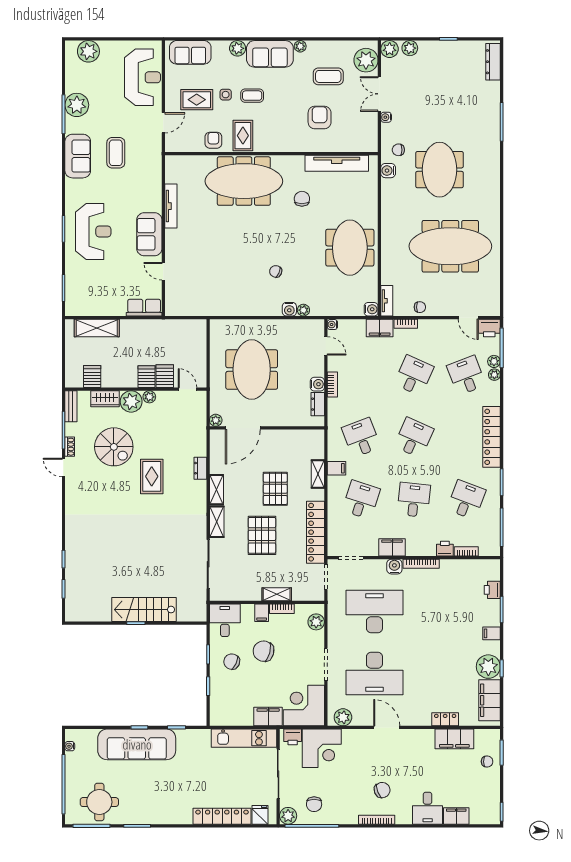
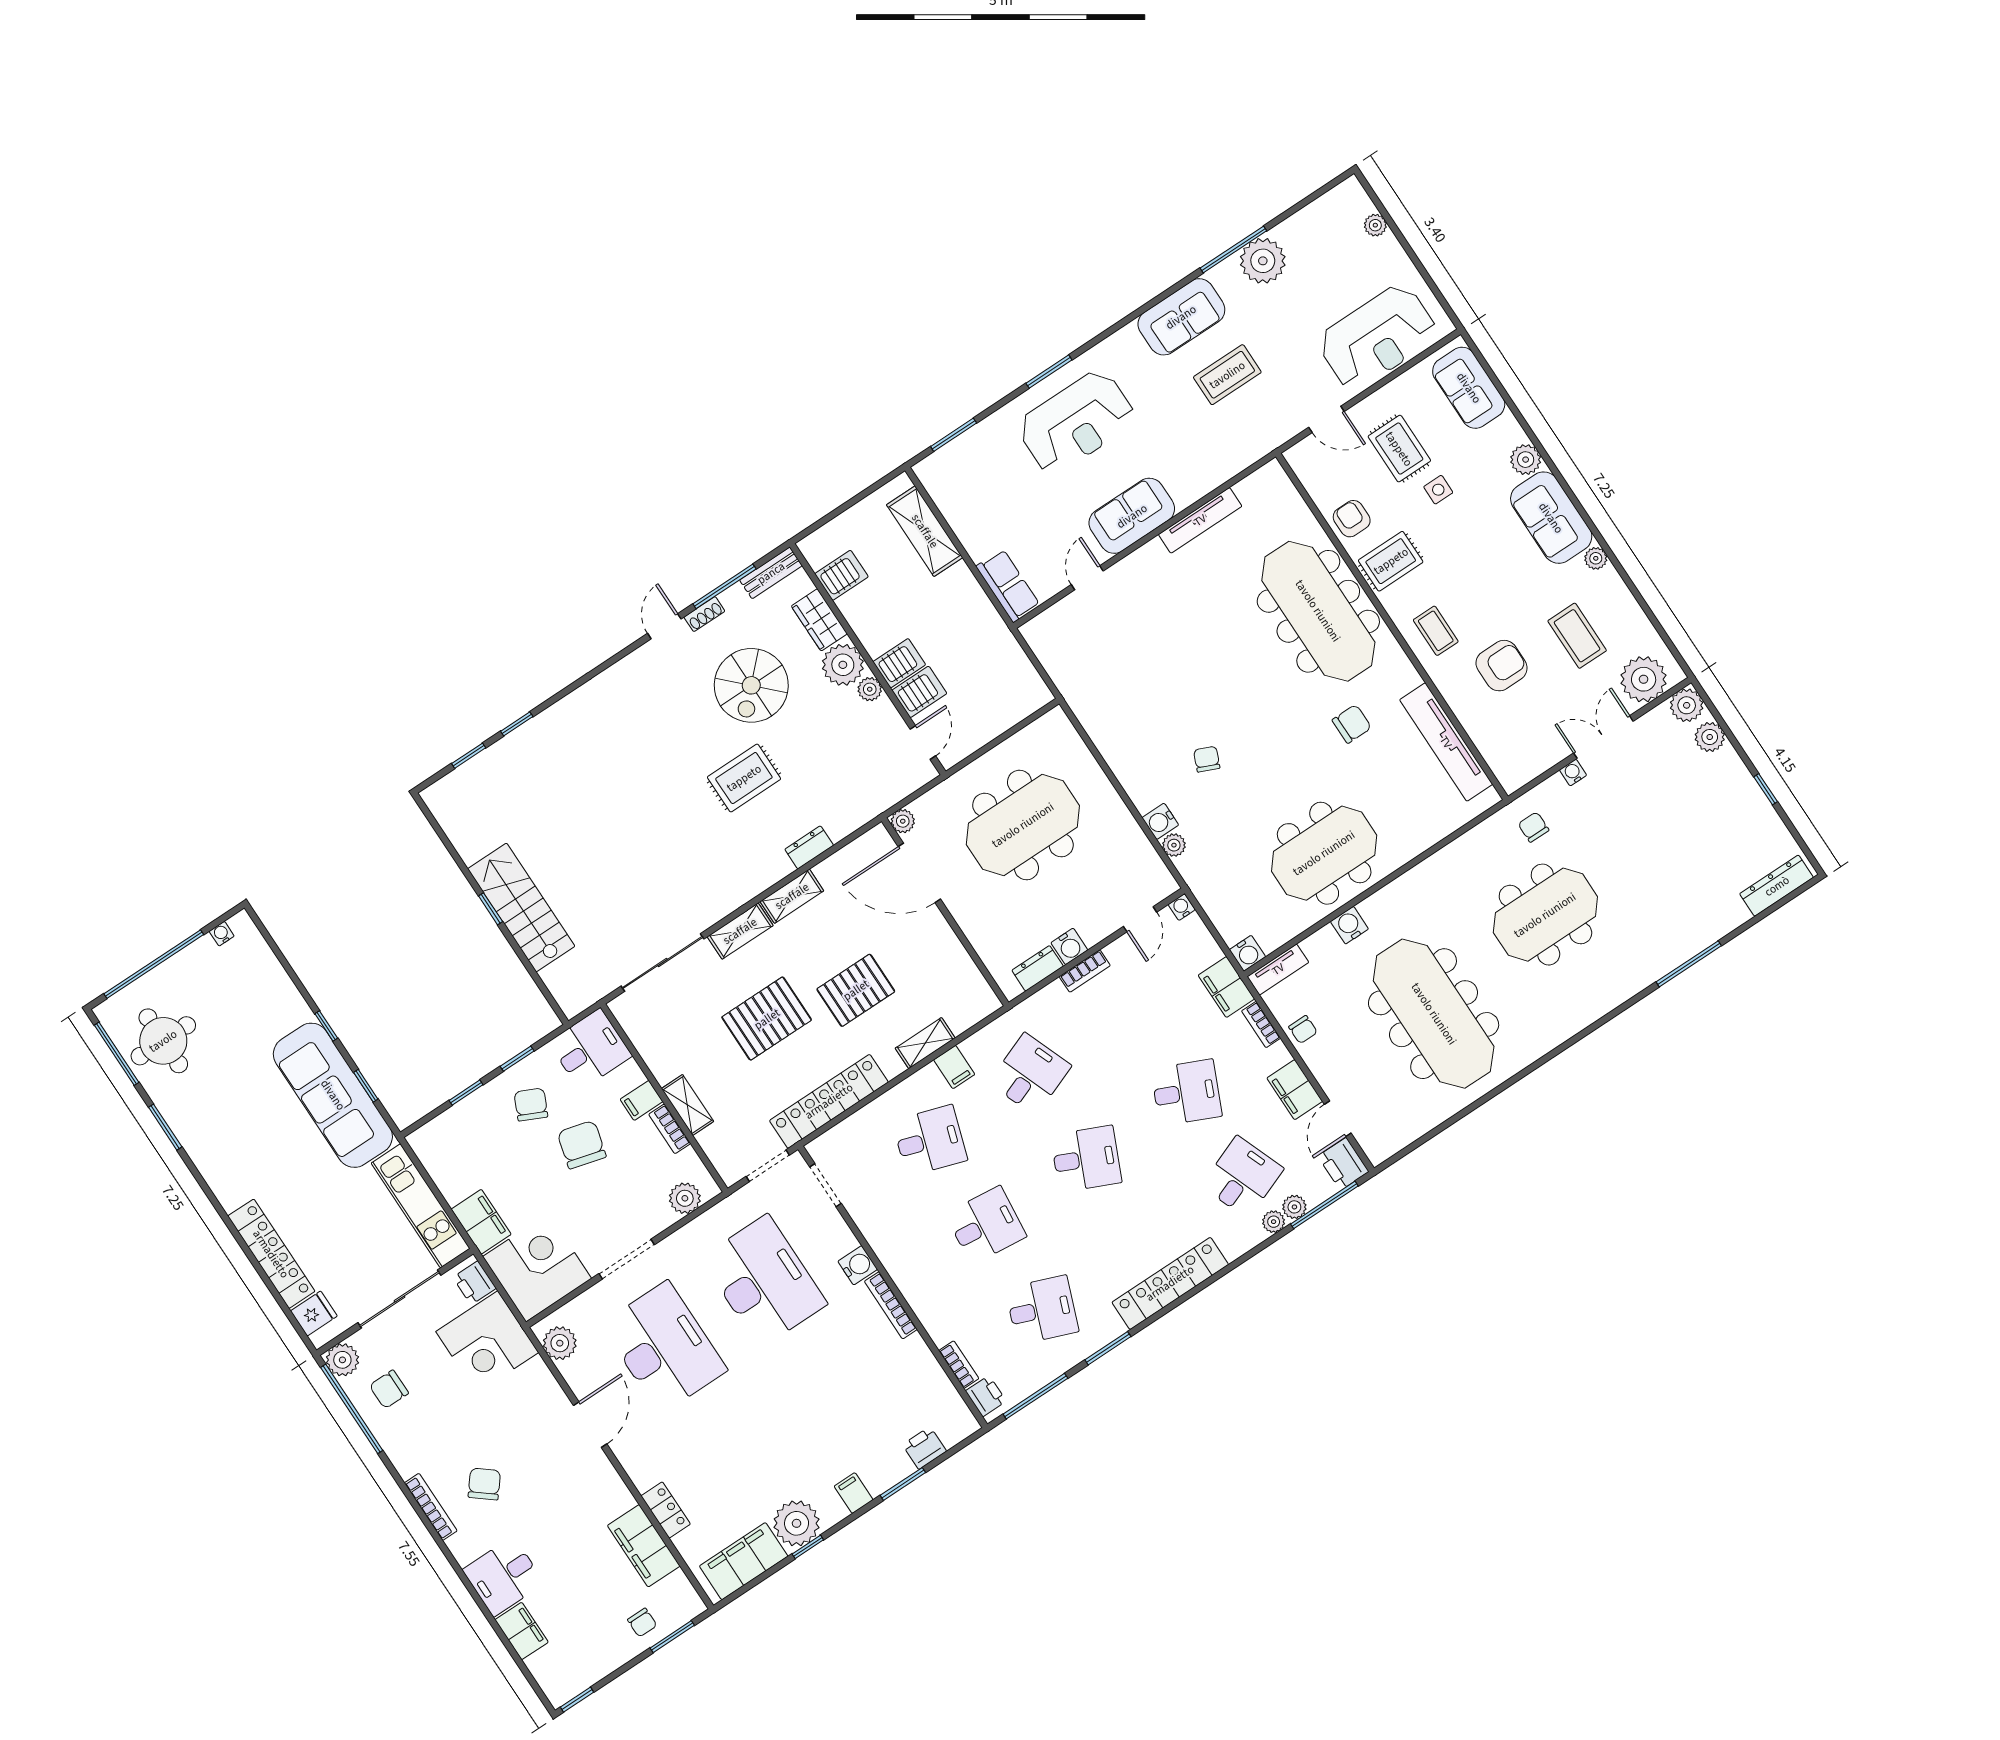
plant: (88, 51) -> (1375, 225), width x0.53, depth x0.53
coffee table: (252, 96) -> (1436, 631), moved
armchair: (213, 140) -> (1352, 519), turned -90
water cooler: (388, 171) -> (1349, 925), moved
filing cabinet: (392, 547) -> (1295, 1090), moved, turned 180
printer: (445, 549) -> (986, 1396), moved
desk: (374, 673) -> (664, 1347), turned 180
sofa: (137, 744) -> (333, 1095), moved
chair: (382, 790) -> (484, 1484), turned -120

